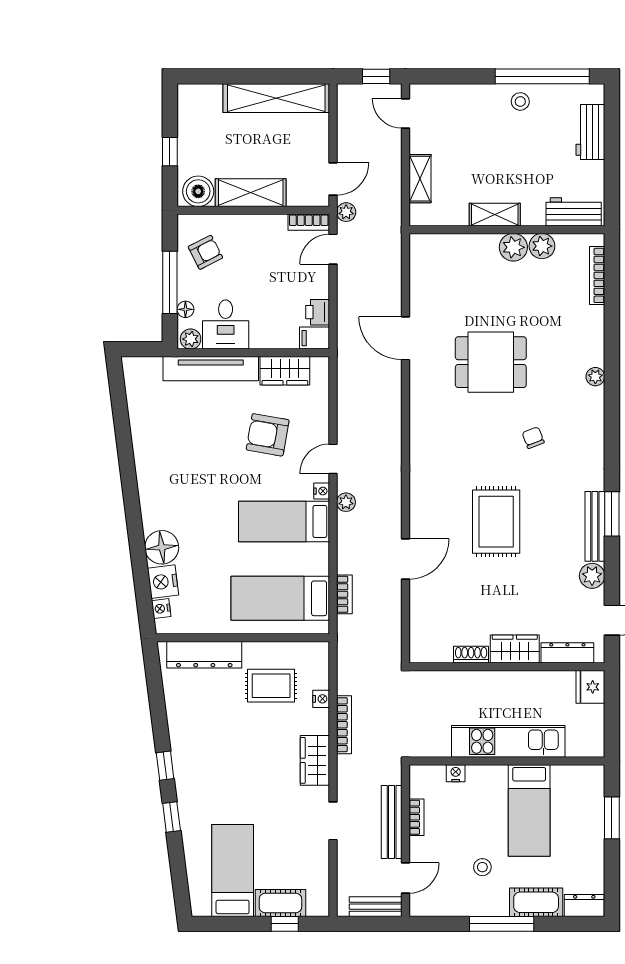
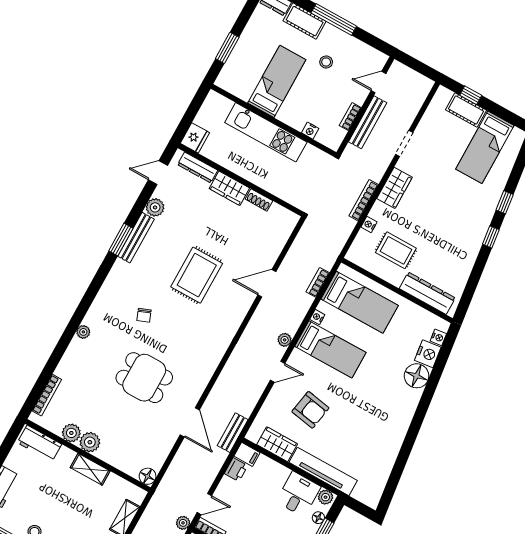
floor lamp: (420, 245) -> (148, 476), added
nightstand: (322, 491) -> (317, 317), moved
bench: (376, 907) -> (233, 433), moved, turned 90

